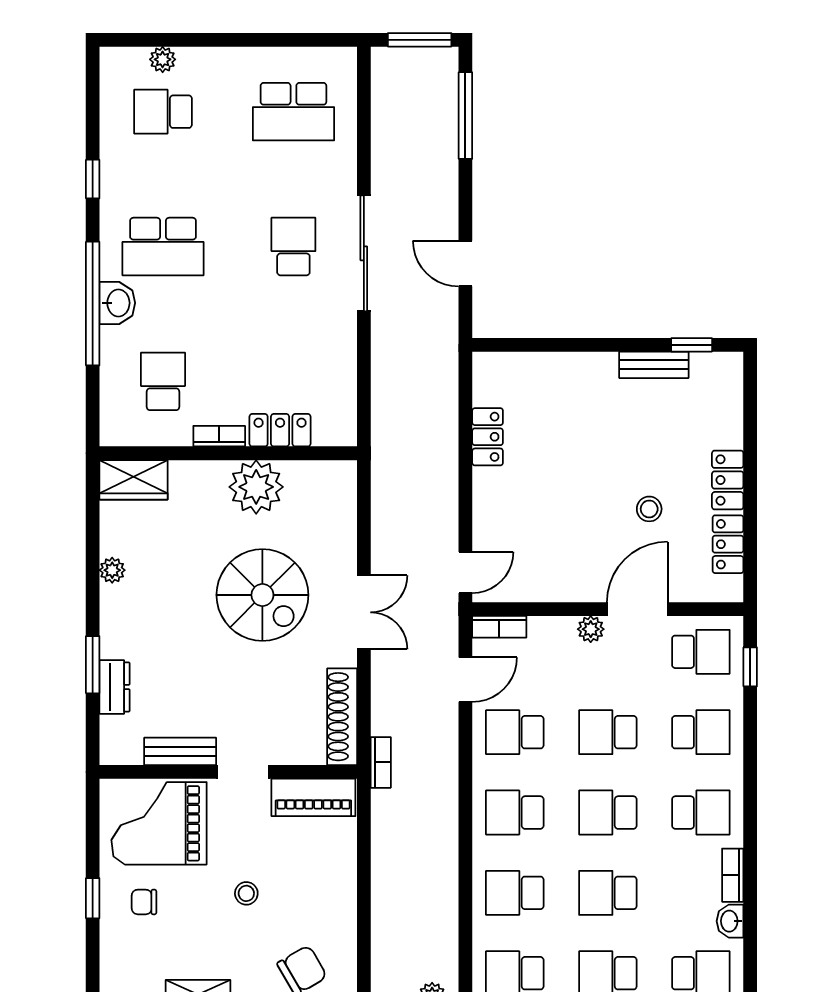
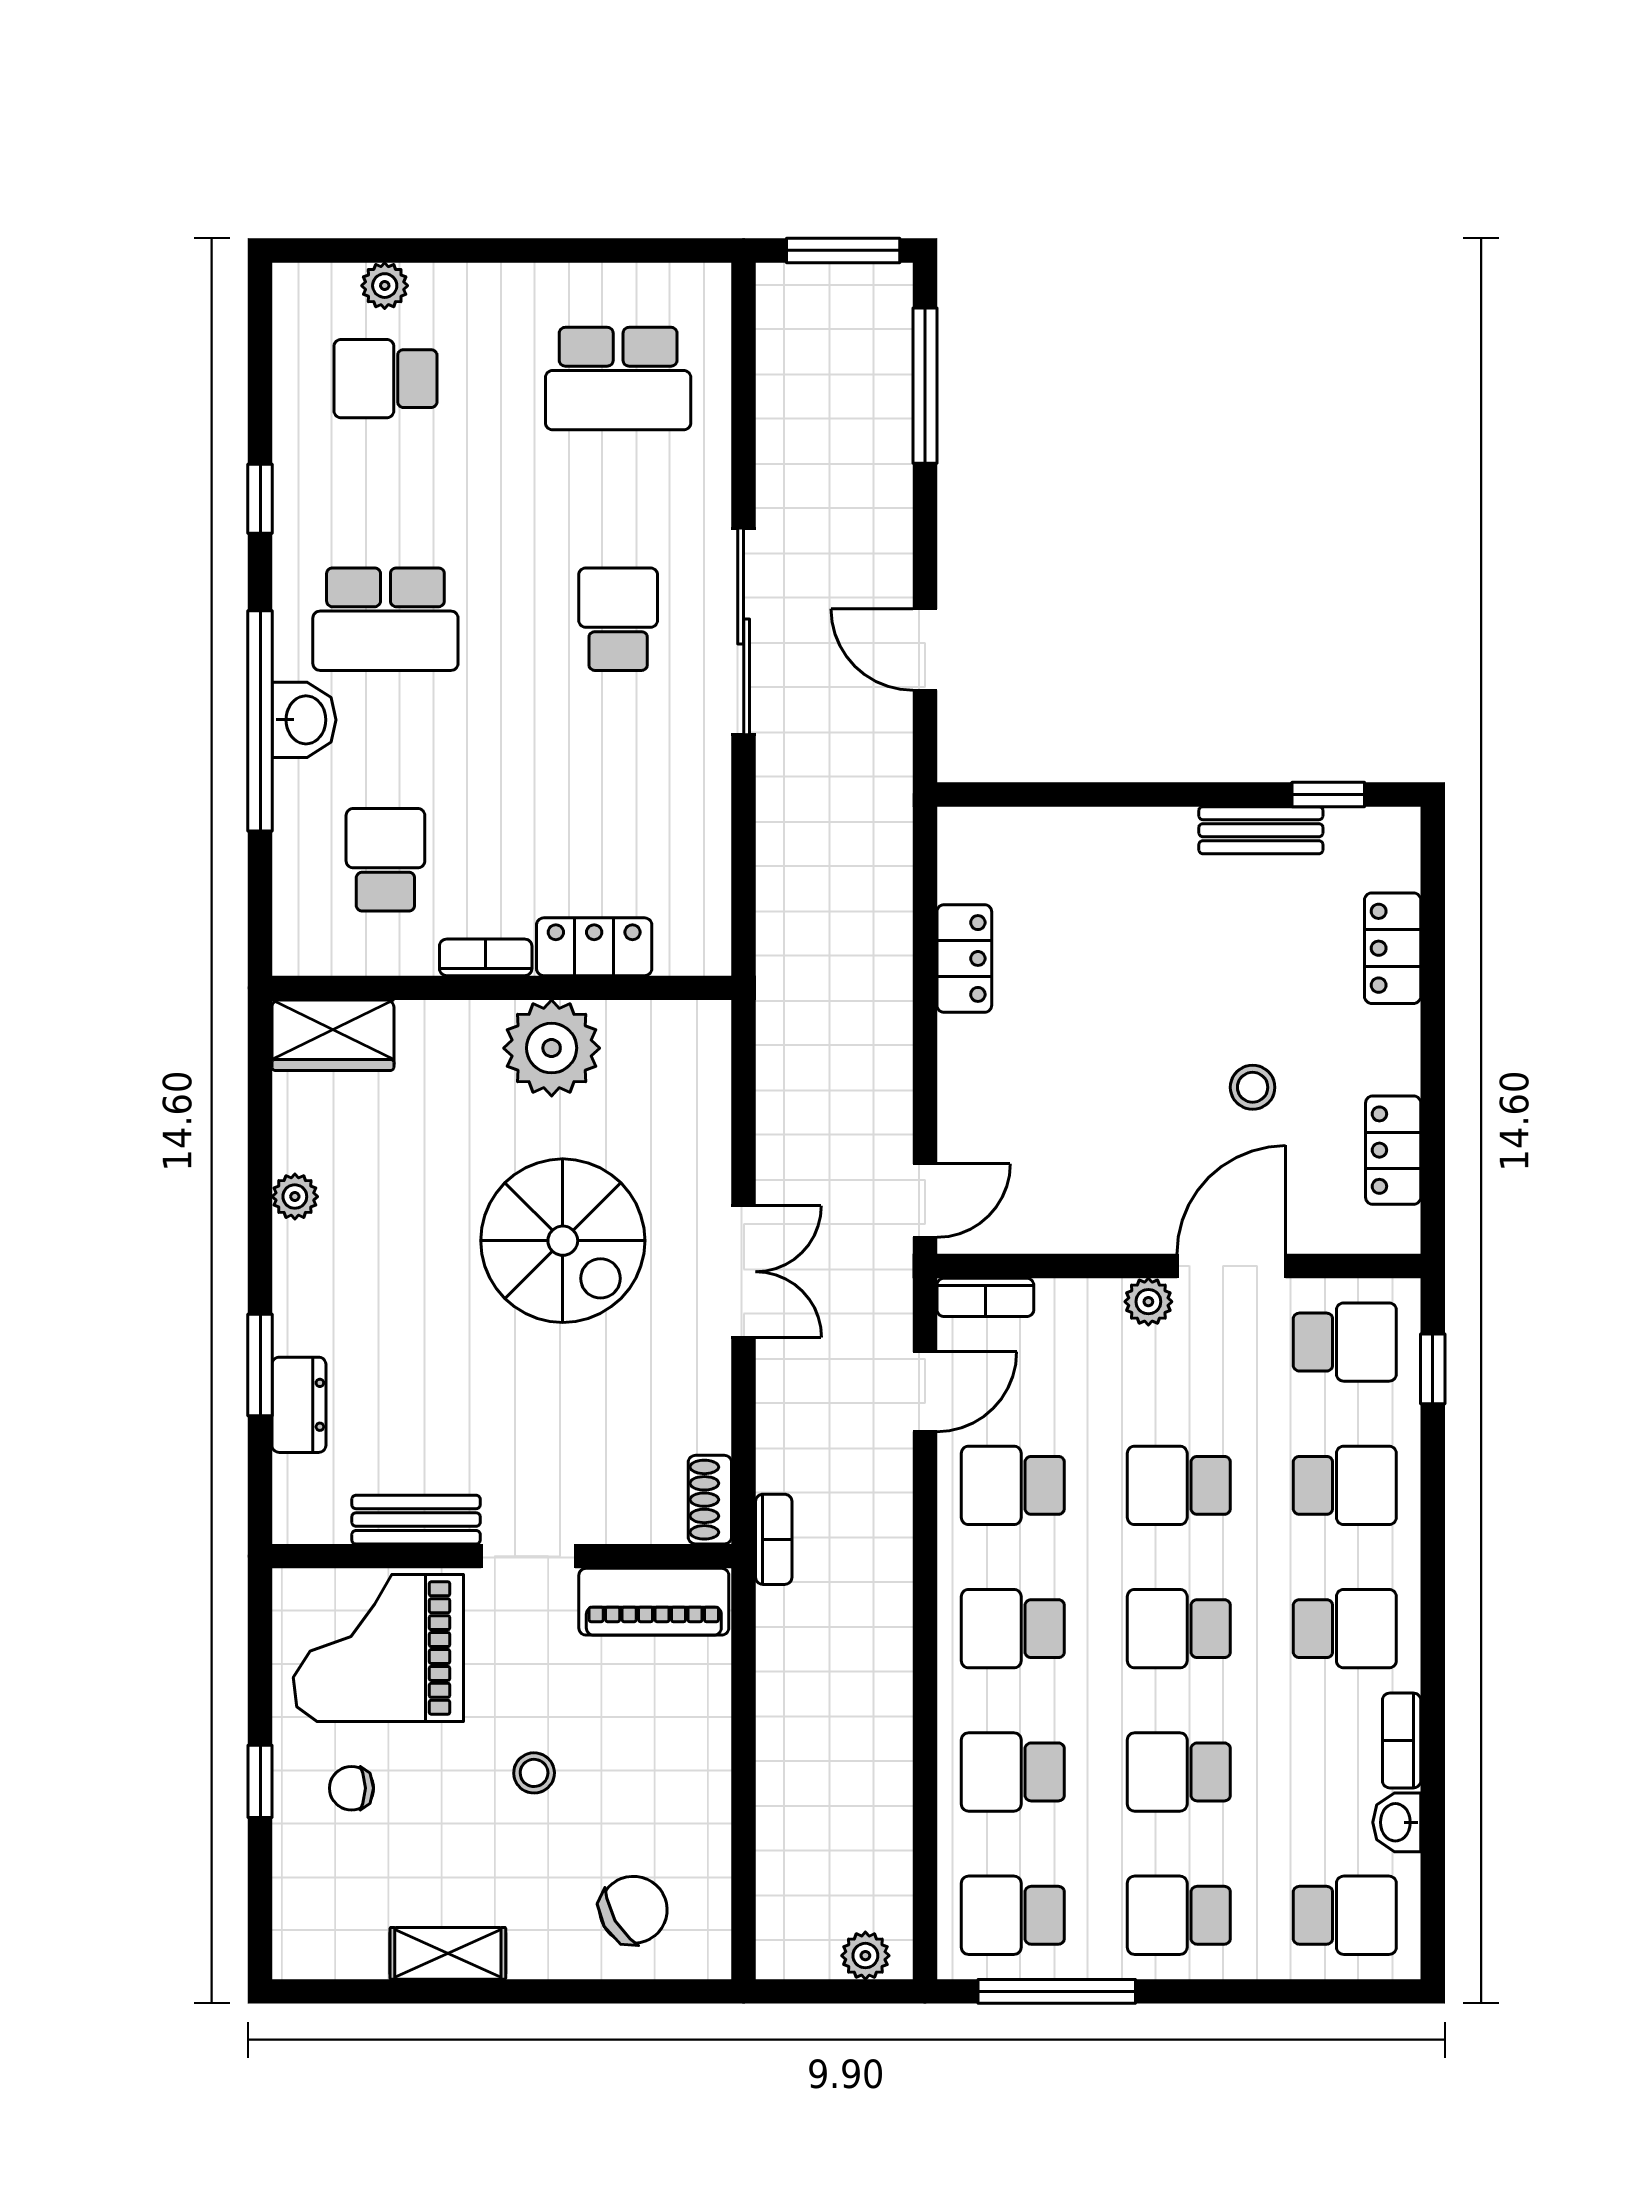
locker: (728, 480) -> (1393, 948), moved
shoe rack: (342, 717) -> (710, 1500), width x0.51, depth x0.81

